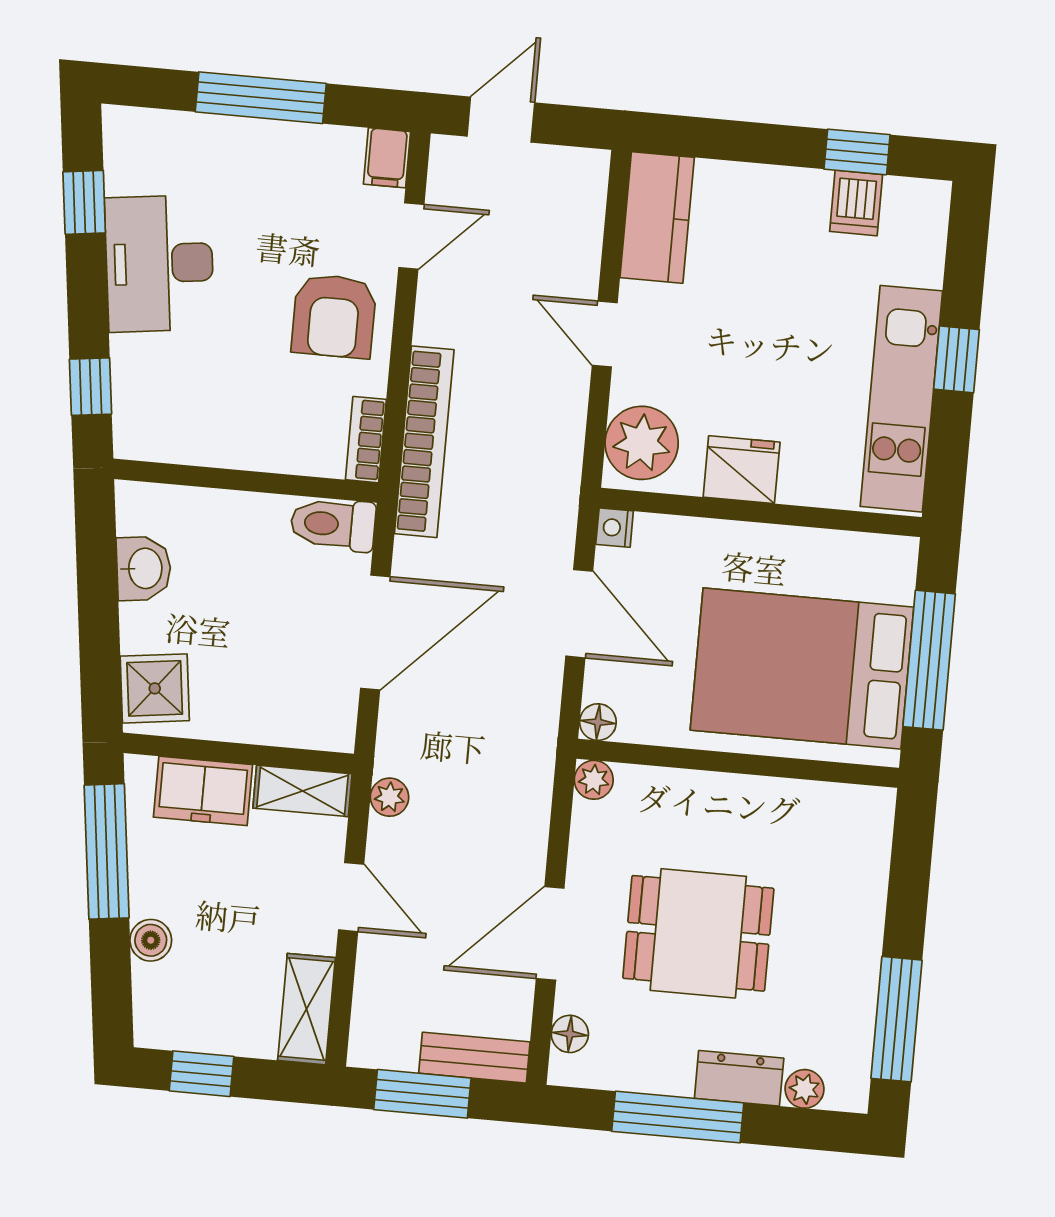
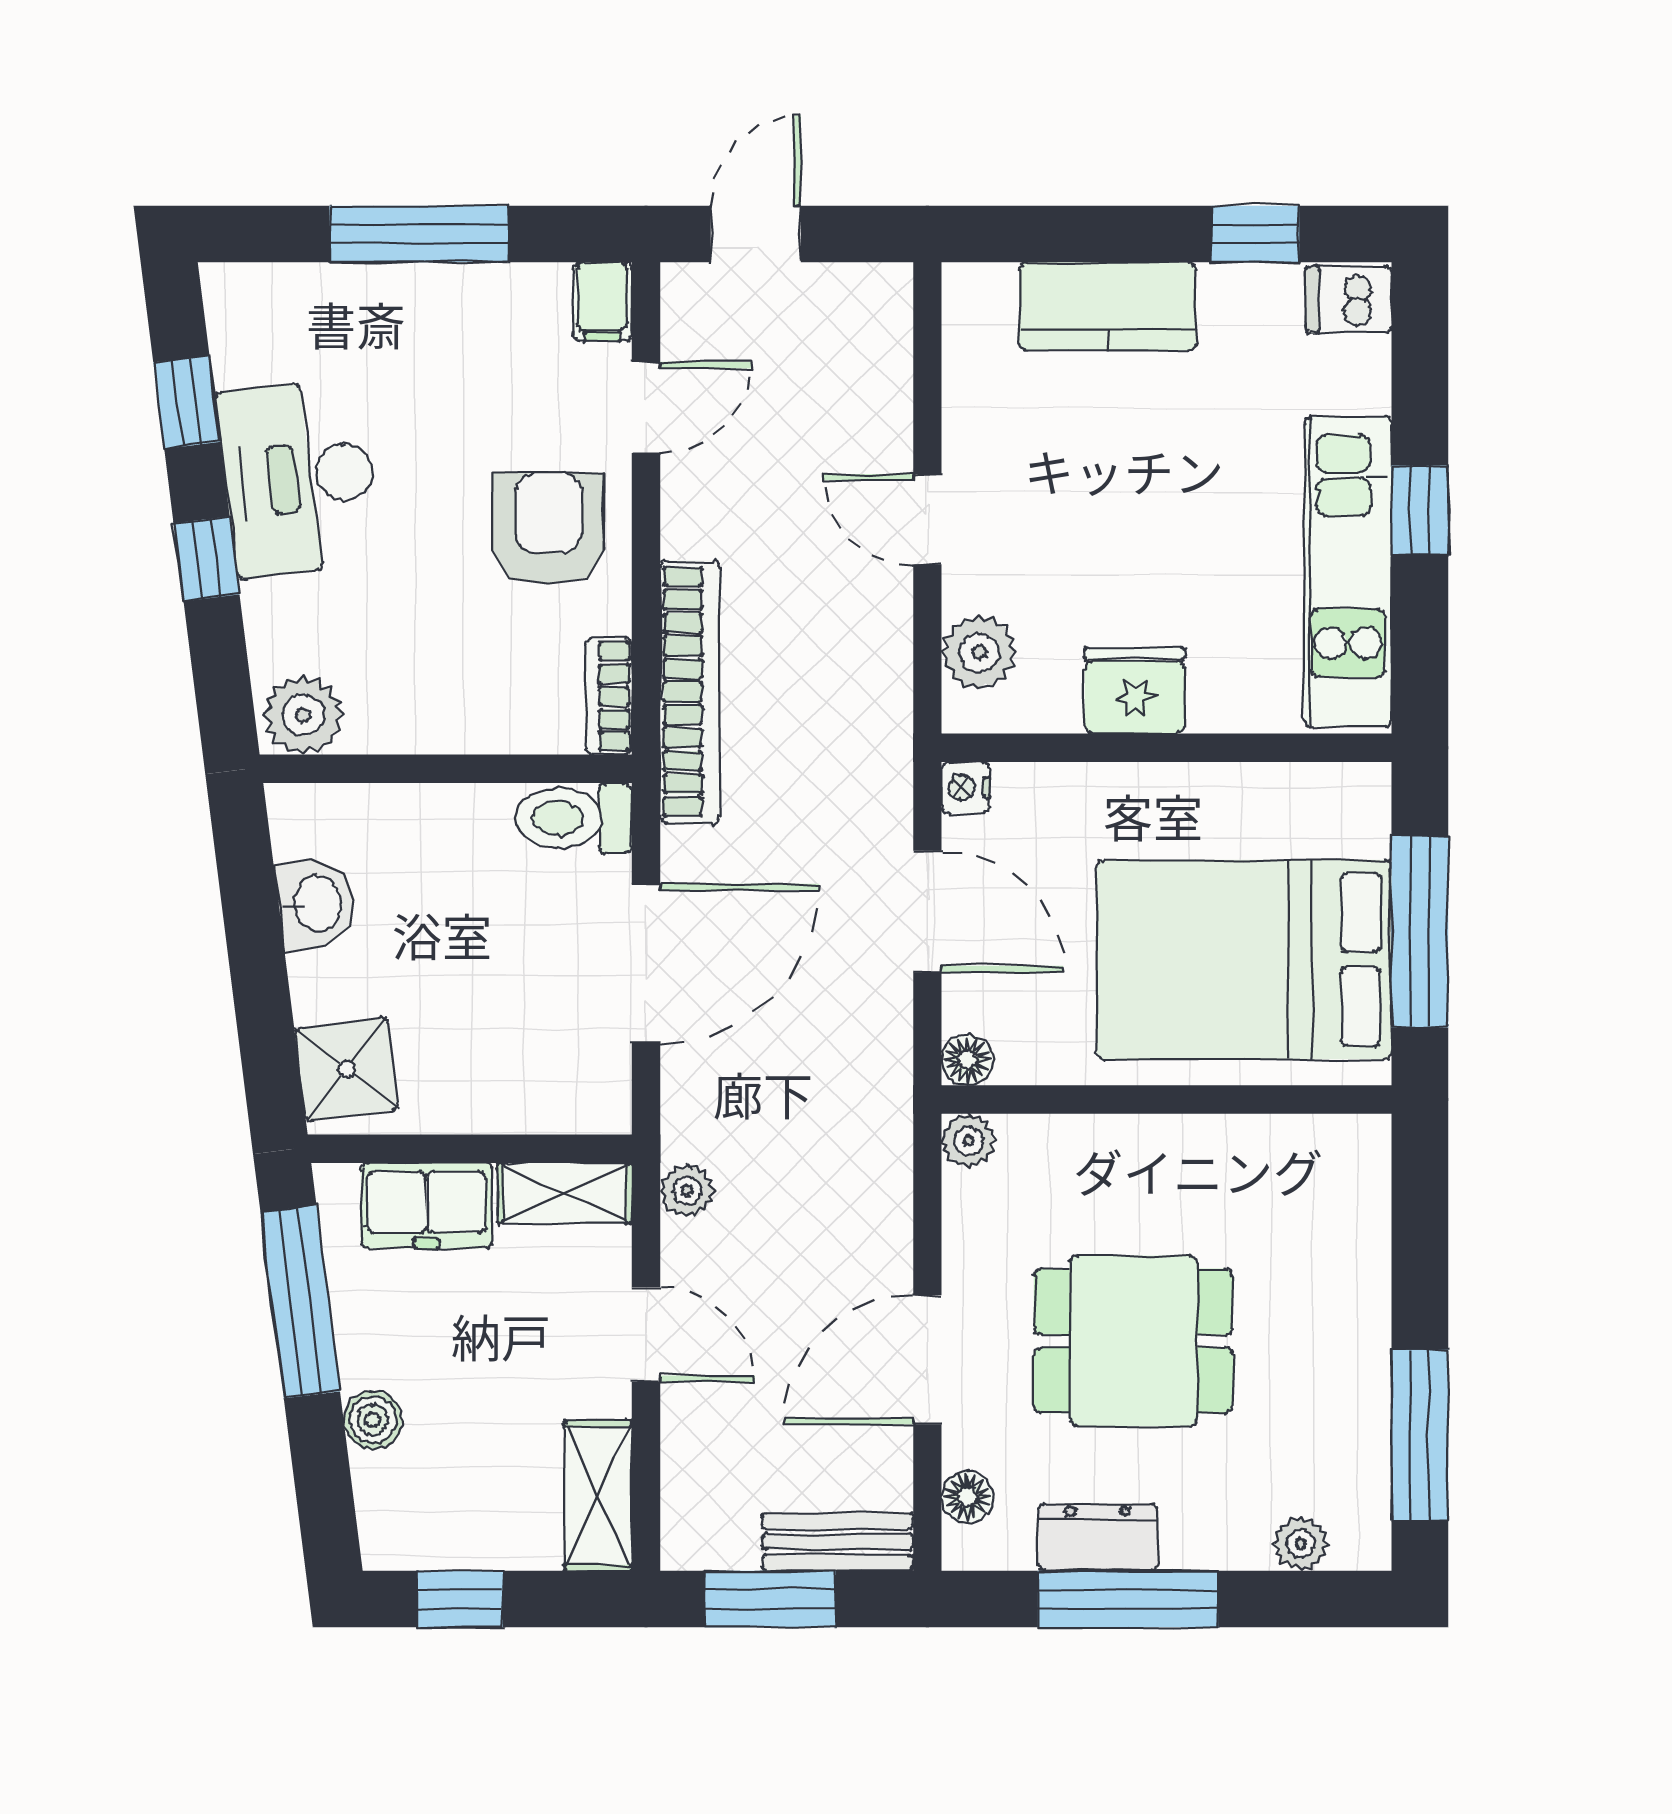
dishwasher: (856, 203) -> (1349, 300), moved, turned 90
kitchen counter: (657, 217) -> (1108, 306), moved, turned 90
armchair: (334, 316) -> (548, 529), turned 180
window: (91, 387) -> (207, 559), moved
plant: (147, 433) -> (303, 715), added
plant: (642, 443) -> (979, 652), width x0.73, depth x0.73
dresser: (739, 1078) -> (1098, 1537), moved

